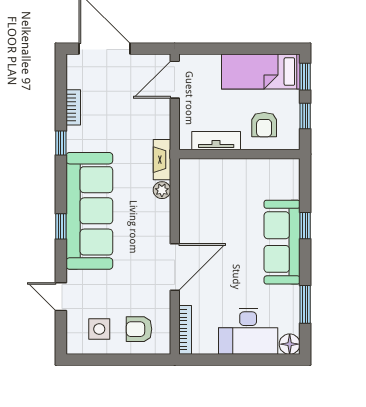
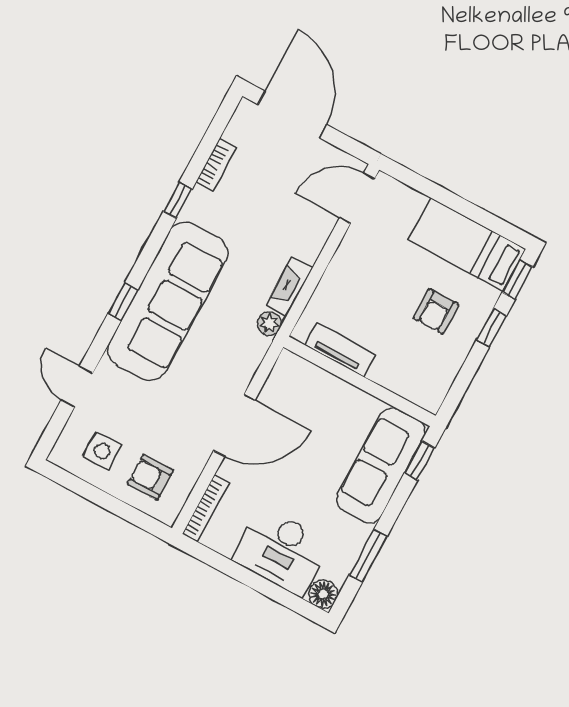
tv unit: (216, 141) -> (340, 350), moved
wall: (239, 154) -> (359, 381), moved

